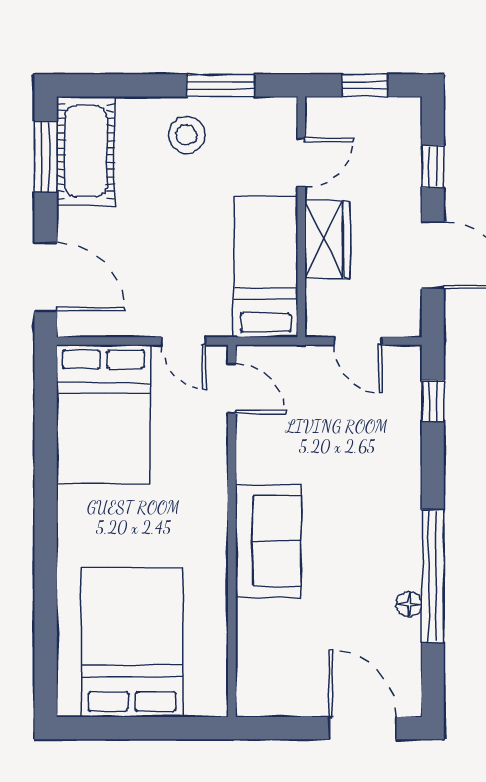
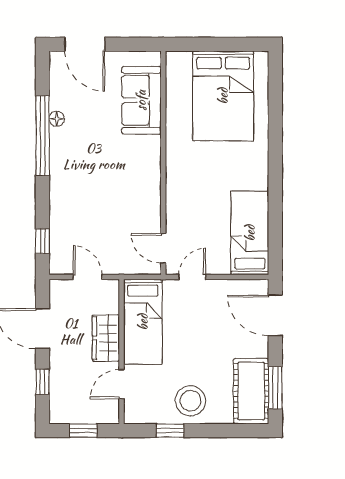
window: (220, 85) -> (170, 431), width x0.67
stool: (187, 135) -> (190, 401), width x1.38, depth x1.38
door: (184, 341) -> (192, 277), hinge flipped
bed: (104, 414) -> (250, 233), width x0.67
sofa: (268, 541) -> (141, 100), moved

